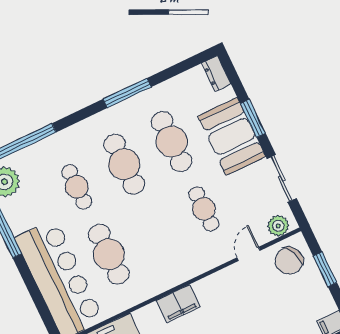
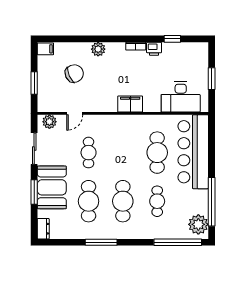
chair: (289, 261) -> (74, 74), moved

